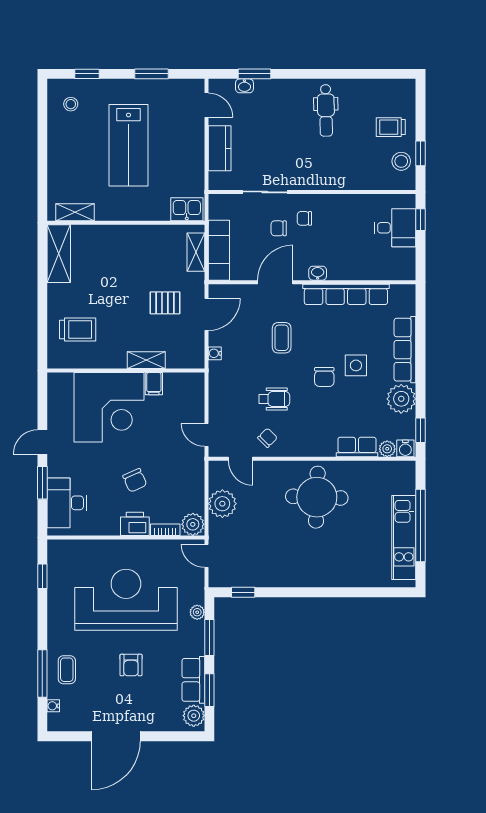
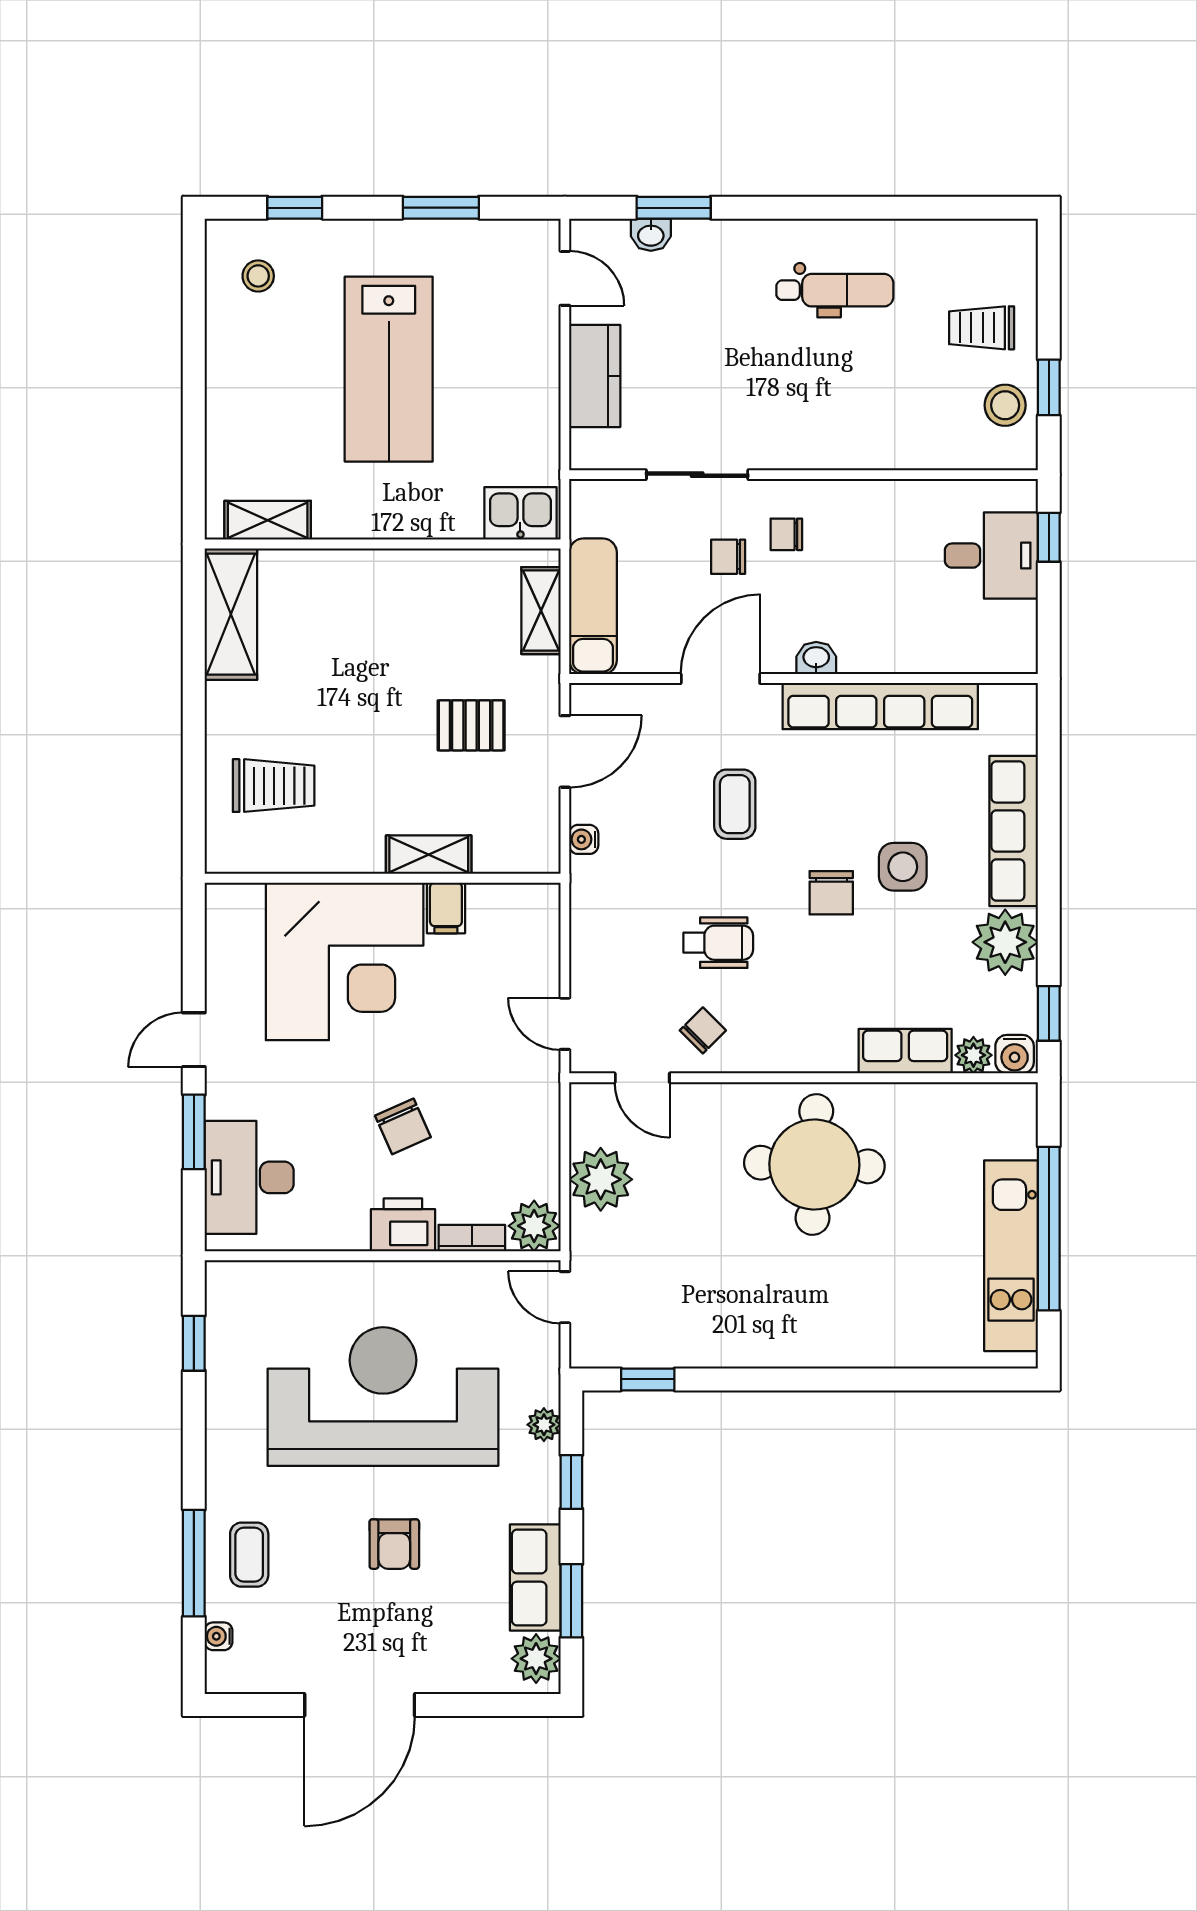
dental chair: (326, 110) -> (835, 290), turned -89
window: (209, 638) -> (571, 1482), width x0.67

